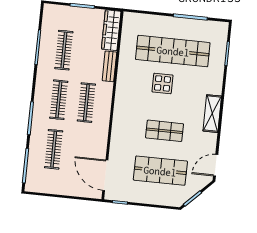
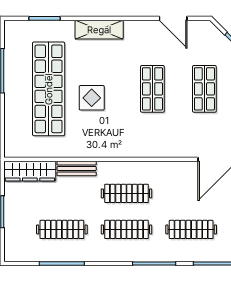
shelving: (212, 114) -> (99, 30), moved
door: (216, 165) -> (173, 18), moved
shop shelf: (160, 171) -> (204, 89), width x0.70, depth x0.74

